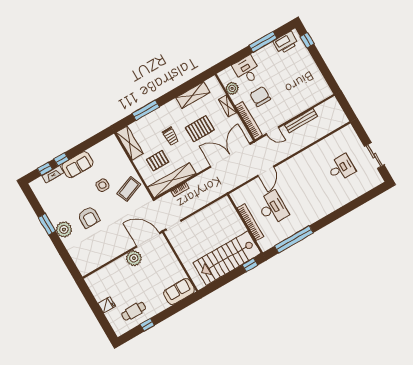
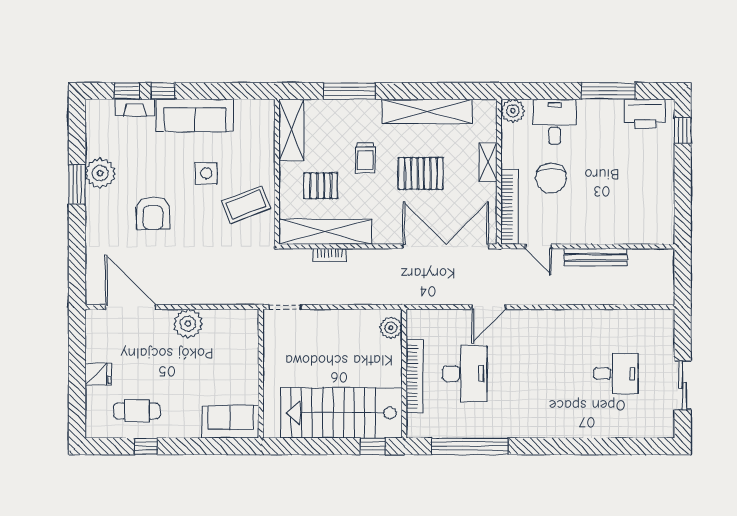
plant: (232, 88) -> (513, 111), moved
shelving: (193, 95) -> (427, 111), width x1.47
chair: (260, 96) -> (551, 178), turned 180
sofa: (77, 165) -> (195, 115), width x1.36
plant: (227, 207) -> (391, 328), added
plant: (64, 229) -> (100, 173), moved
door: (148, 240) -> (131, 307), moved

